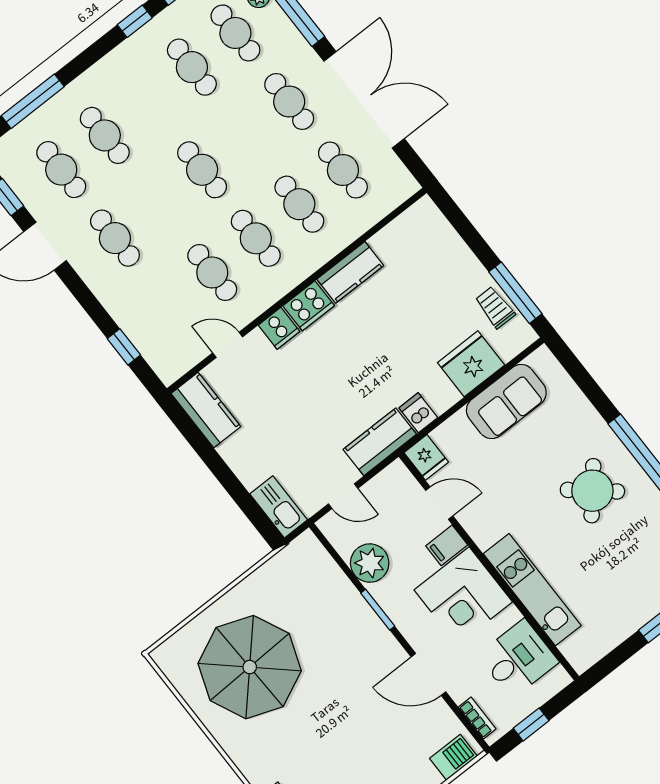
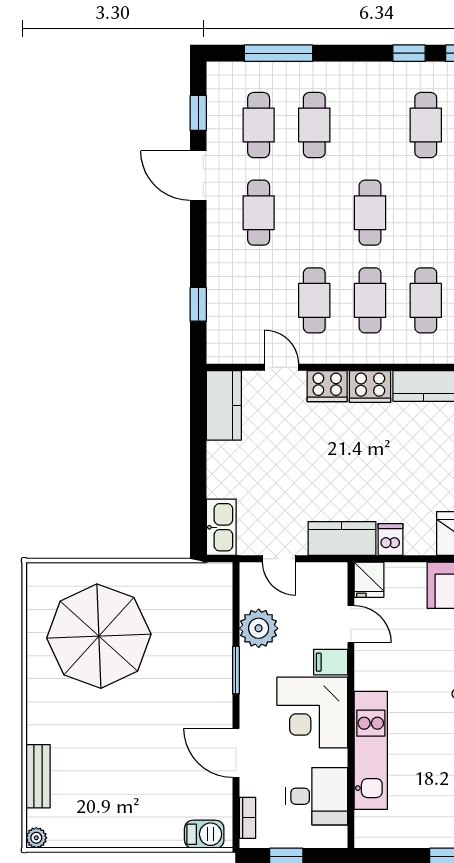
cooker: (279, 328) -> (327, 386), width x1.36

